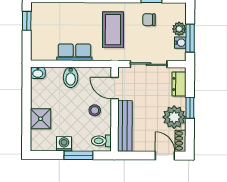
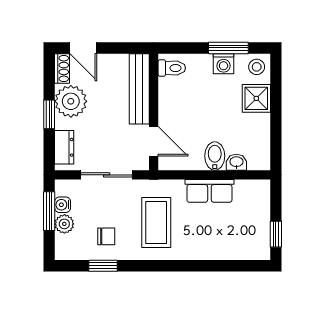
washbasin: (38, 73) -> (236, 162), moved
stool: (95, 110) -> (257, 67), moved
window: (78, 155) -> (228, 48), moved

